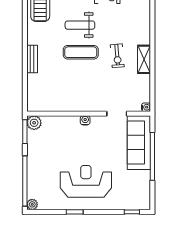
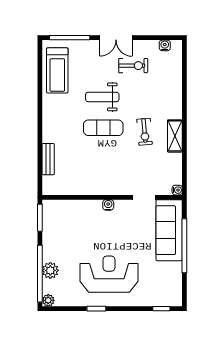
bench: (32, 59) -> (48, 159), moved
plant: (34, 123) -> (50, 270), moved

